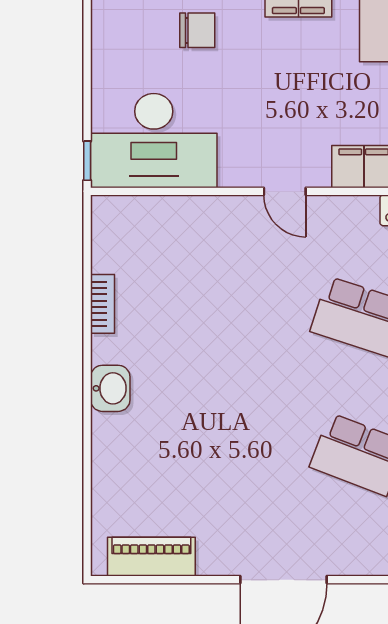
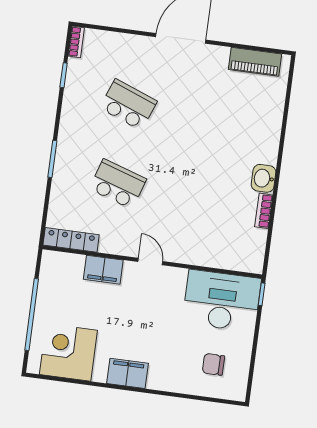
chair: (197, 30) -> (213, 364), moved
washbasin: (110, 388) -> (264, 178), moved

